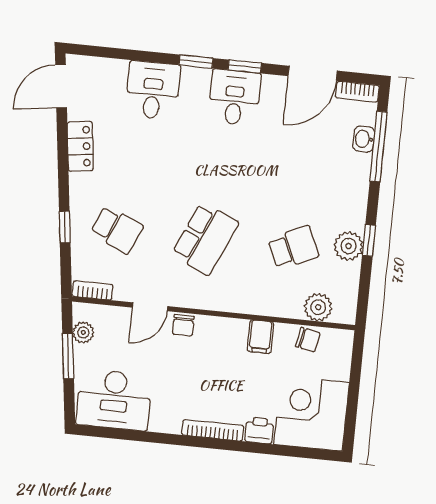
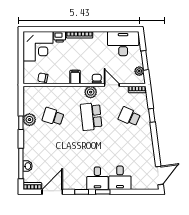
desk: (234, 97) -> (97, 178), moved
locker: (80, 146) -> (149, 151), removed
school desk: (205, 239) -> (91, 117), turned -30
school desk: (293, 248) -> (53, 117), turned 42
door: (150, 307) -> (112, 85), hinge flipped
plant: (318, 307) -> (91, 92), moved
filing cabinet: (261, 337) -> (75, 77), moved

